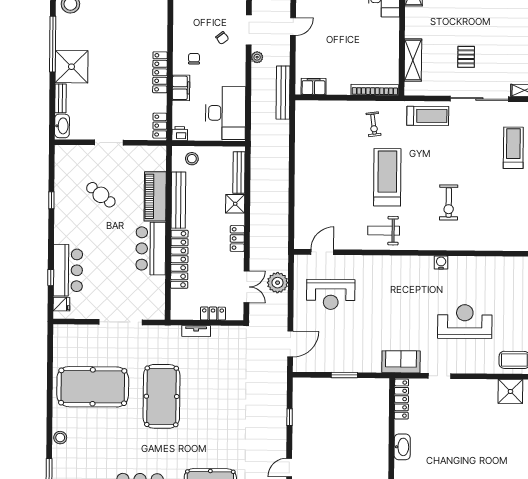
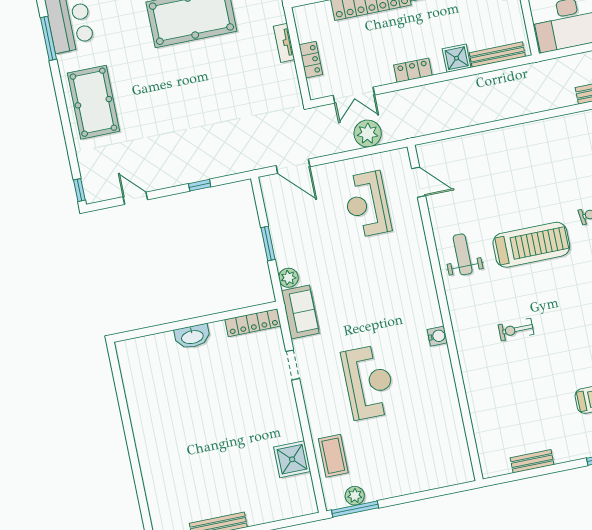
exercise bike: (449, 202) -> (516, 330), width x0.73, depth x0.72
plant: (373, 365) -> (288, 278), added

